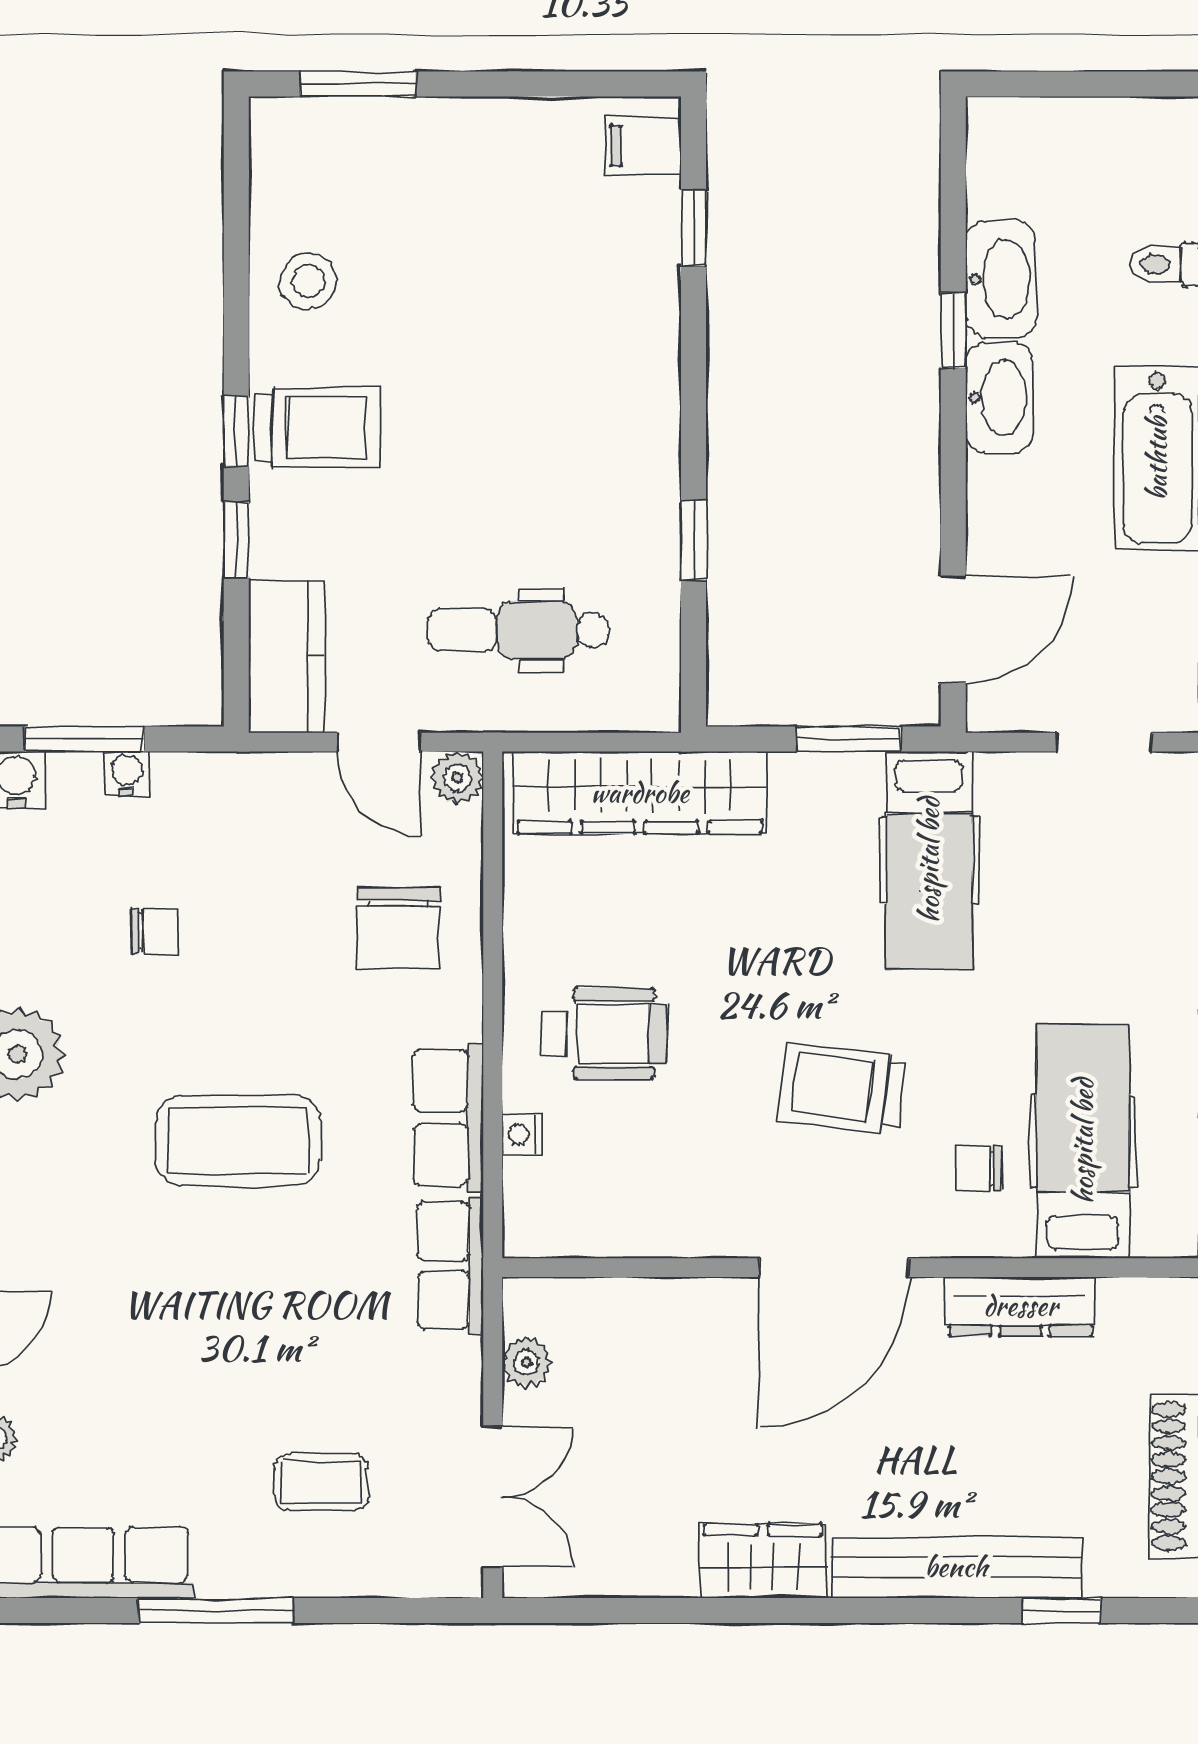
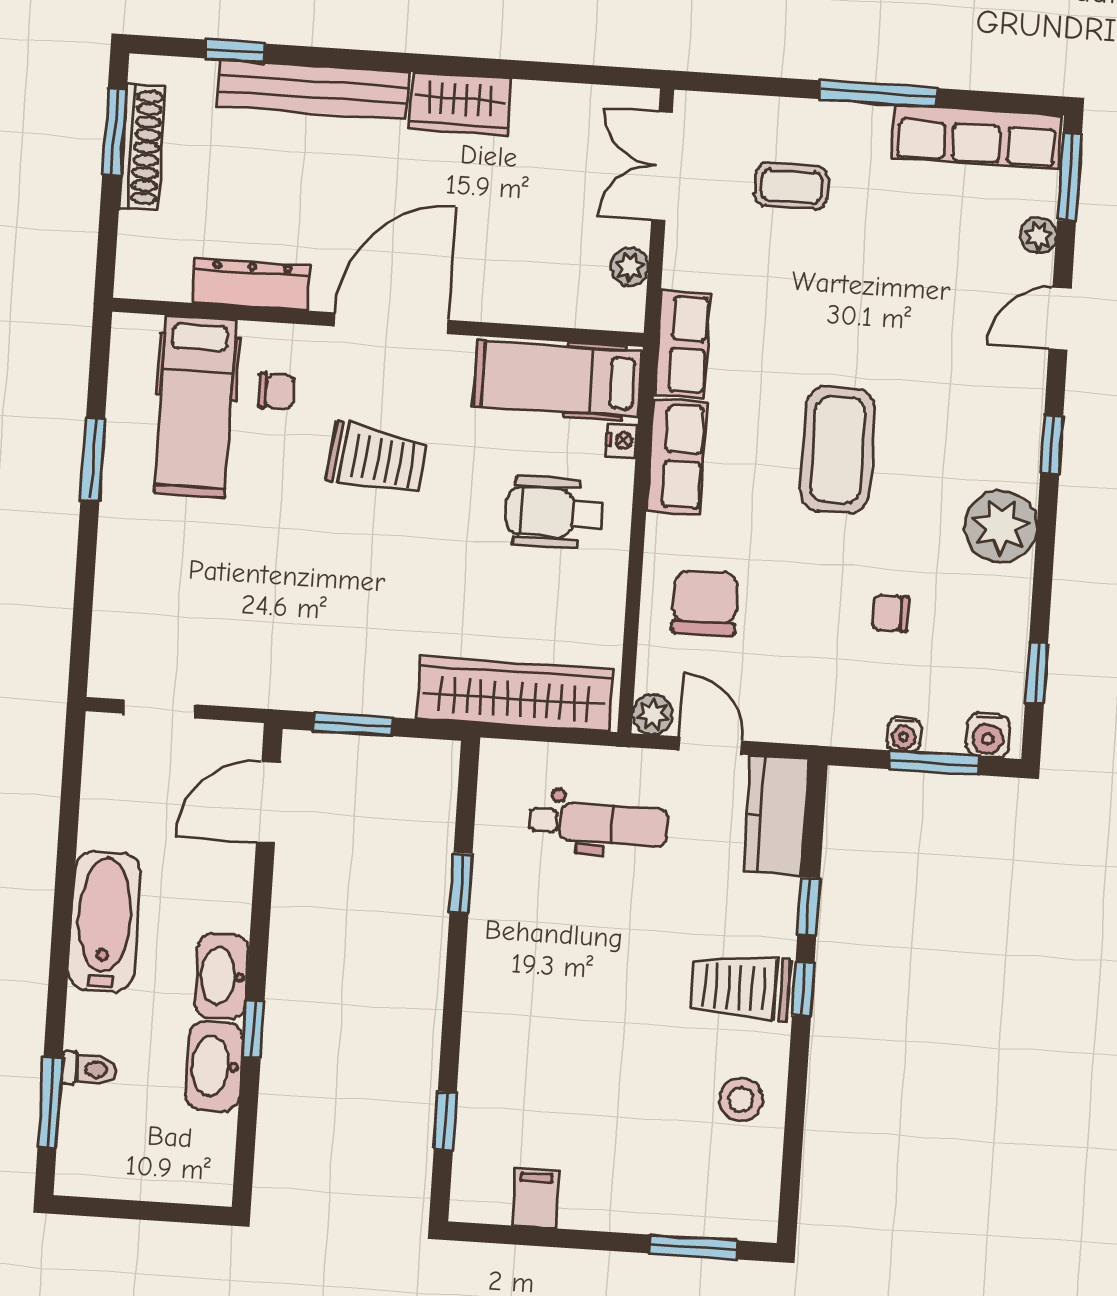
filing cabinet: (643, 146) -> (535, 1198), moved, turned -90
hospital bed: (929, 860) -> (558, 379), moved, turned -90
coffee table: (238, 1140) -> (838, 450), turned 90

